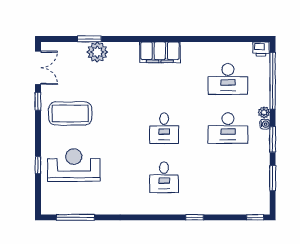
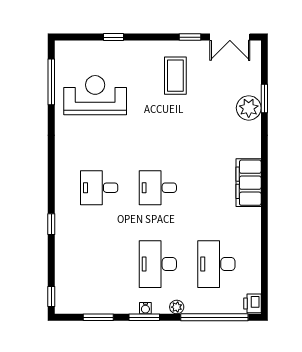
coffee table: (70, 113) -> (175, 76), width x0.73, depth x0.76
water cooler: (265, 124) -> (145, 308), moved
reception desk: (74, 165) -> (95, 95), moved, turned -90

